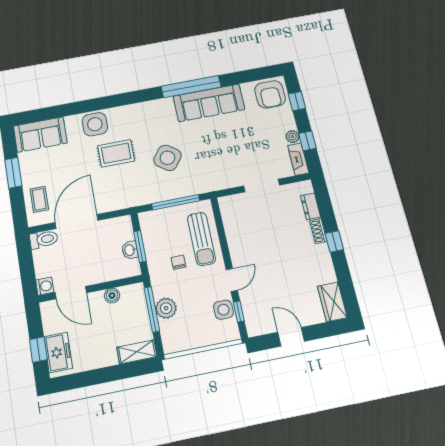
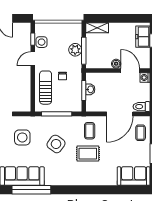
side table: (95, 124) -> (22, 137), moved
coffee table: (119, 187) -> (90, 131), added
boiler: (112, 296) -> (116, 64), moved

